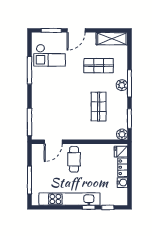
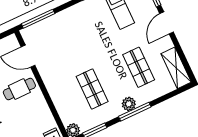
door: (76, 30) -> (167, 23), hinge flipped
shop shelf: (99, 107) -> (92, 89), turned 90

